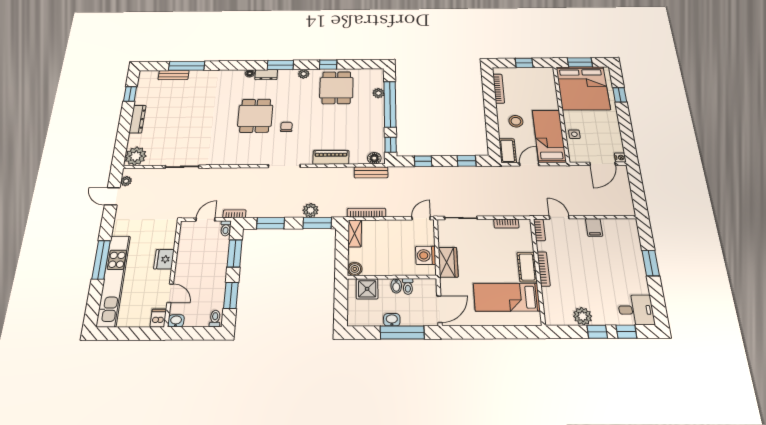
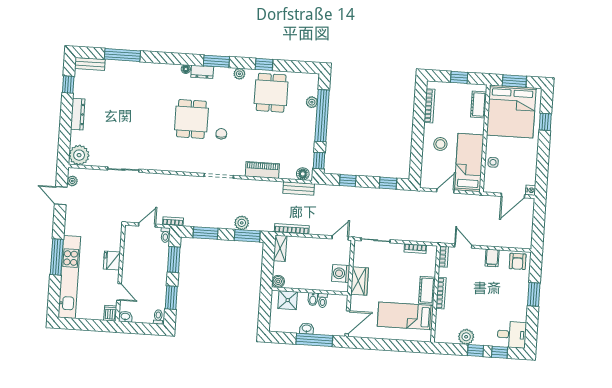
bench: (174, 75) -> (90, 64), moved
cot: (508, 151) -> (479, 105), moved
armchair: (624, 229) -> (518, 261), added

